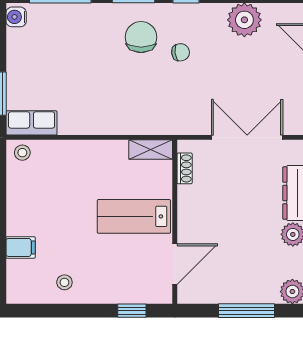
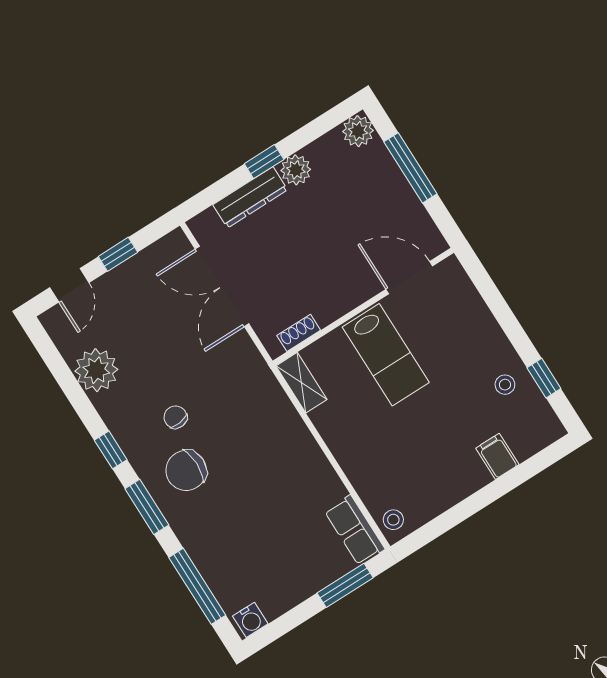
window: (132, 311) -> (544, 378), moved

